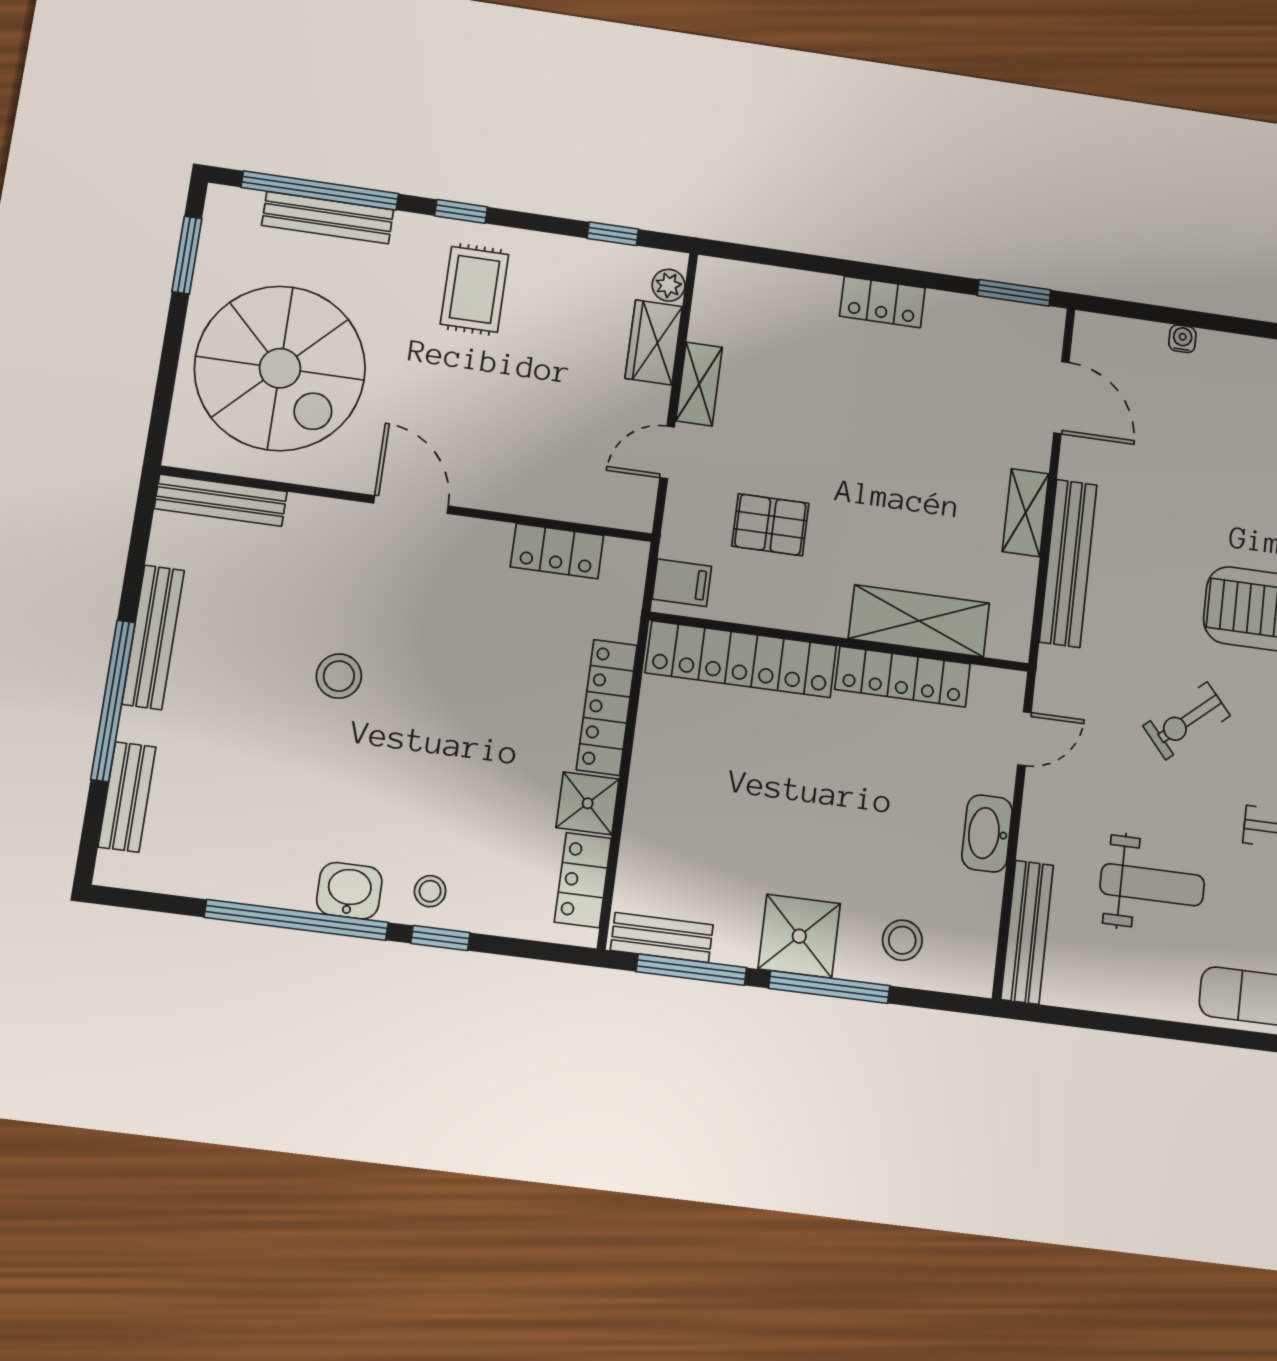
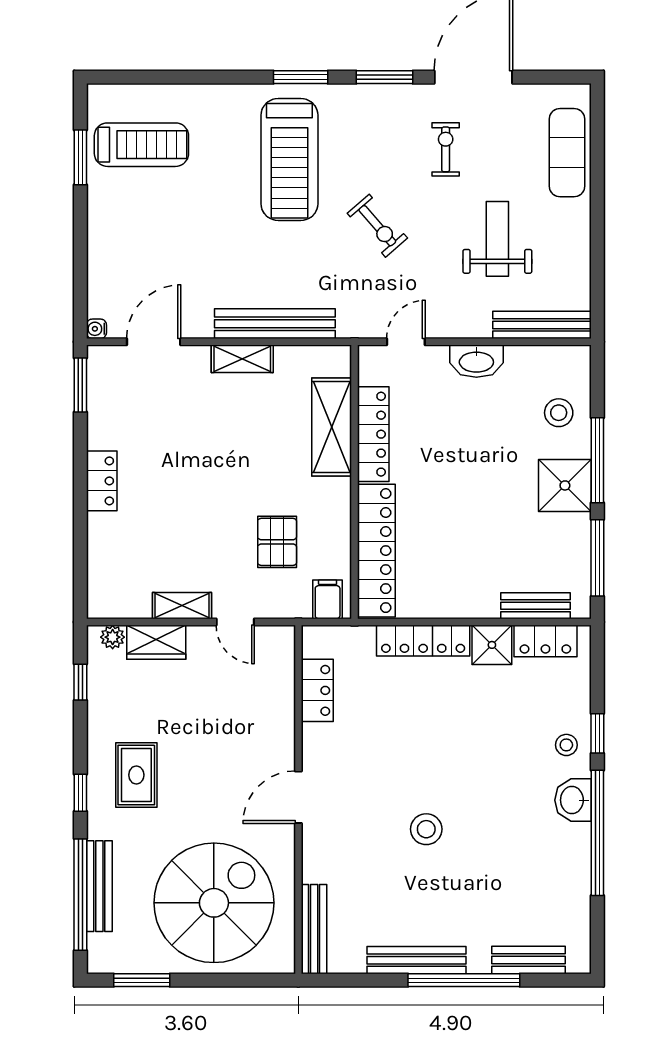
rug: (474, 289) -> (136, 775), turned 90
water cooler: (1182, 339) -> (96, 329), moved
door: (1024, 739) -> (406, 342), hinge flipped
bench: (662, 938) -> (535, 606), moved, turned 90

